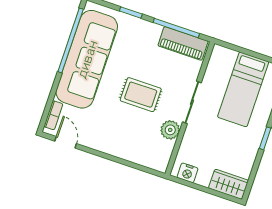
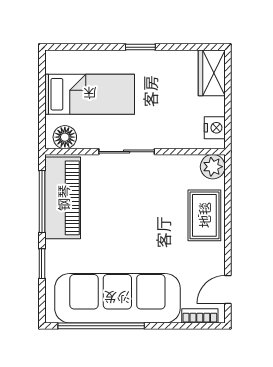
piano: (183, 43) -> (63, 198), width x1.37, depth x1.33
floor lamp: (218, 61) -> (65, 137), added
rug: (141, 95) -> (204, 215), moved
plant: (170, 130) -> (213, 167), moved

